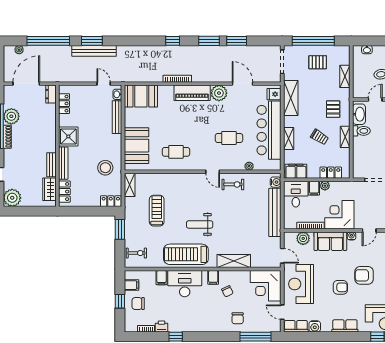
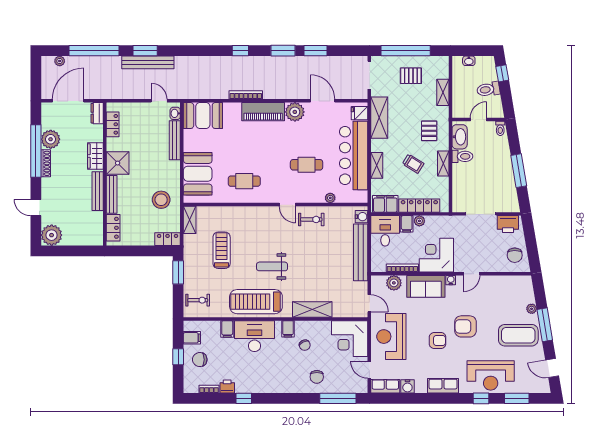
bench: (51, 165) -> (98, 191), width x1.36
locker: (331, 173) -> (419, 206), width x1.53
wardrobe: (49, 189) -> (95, 156), moved

